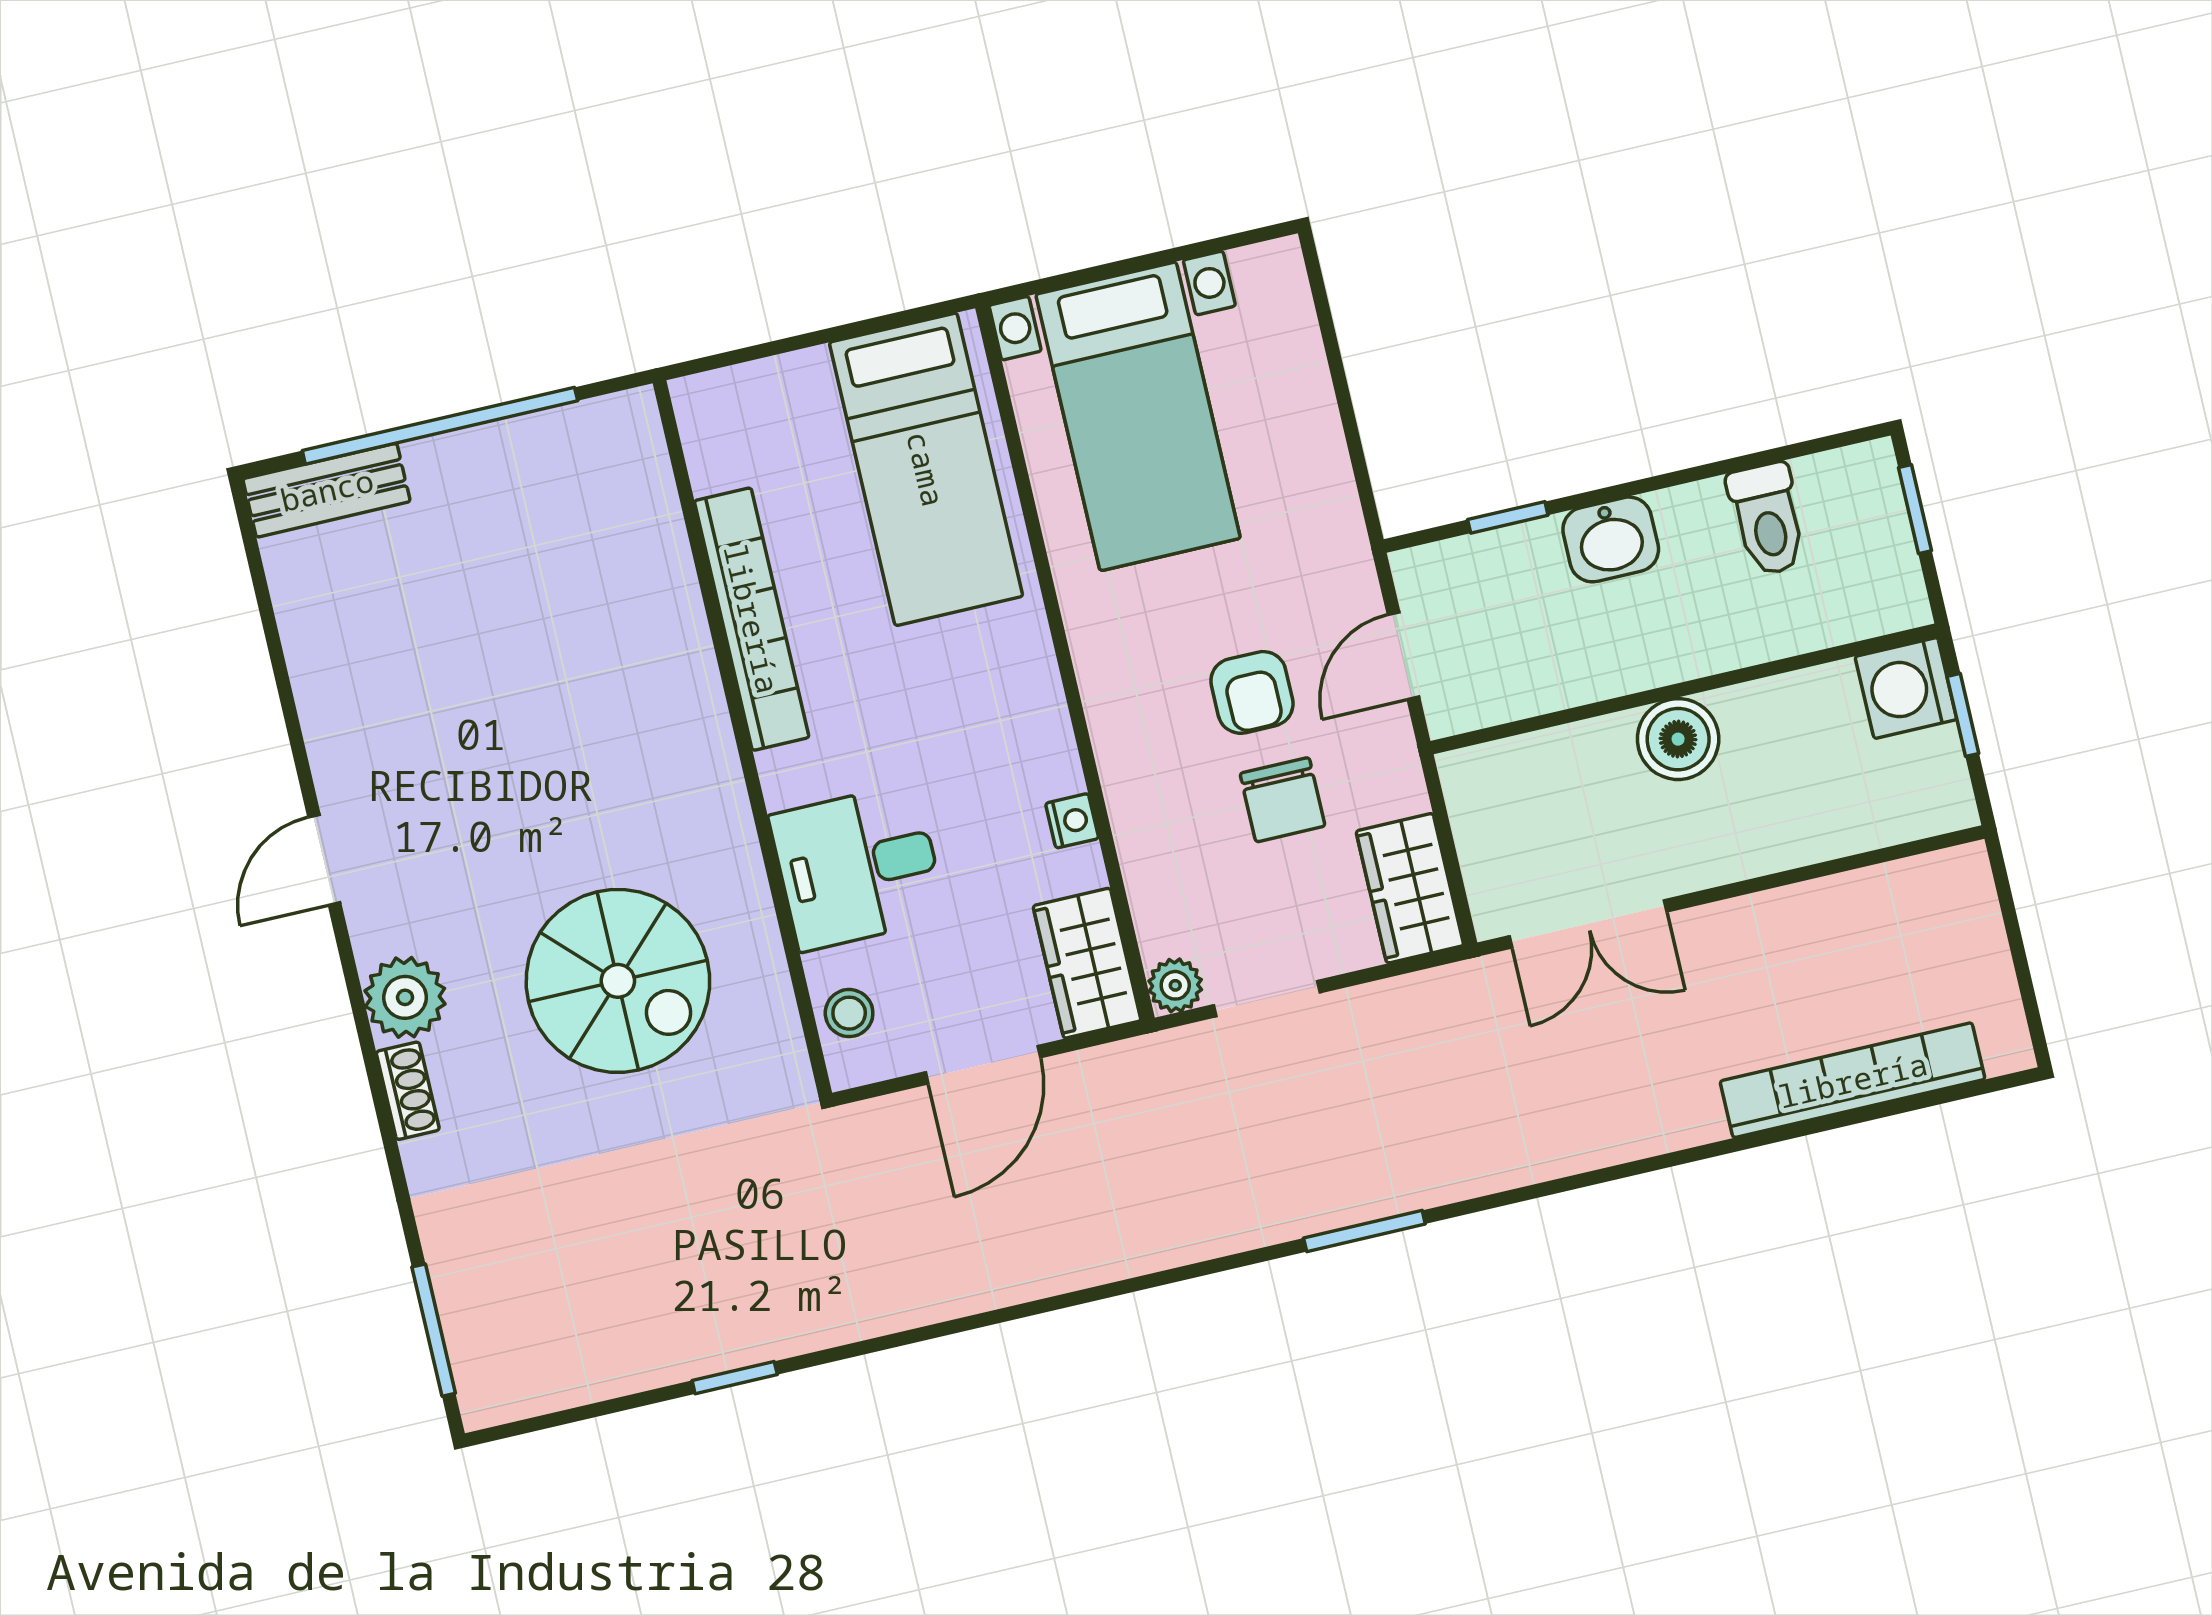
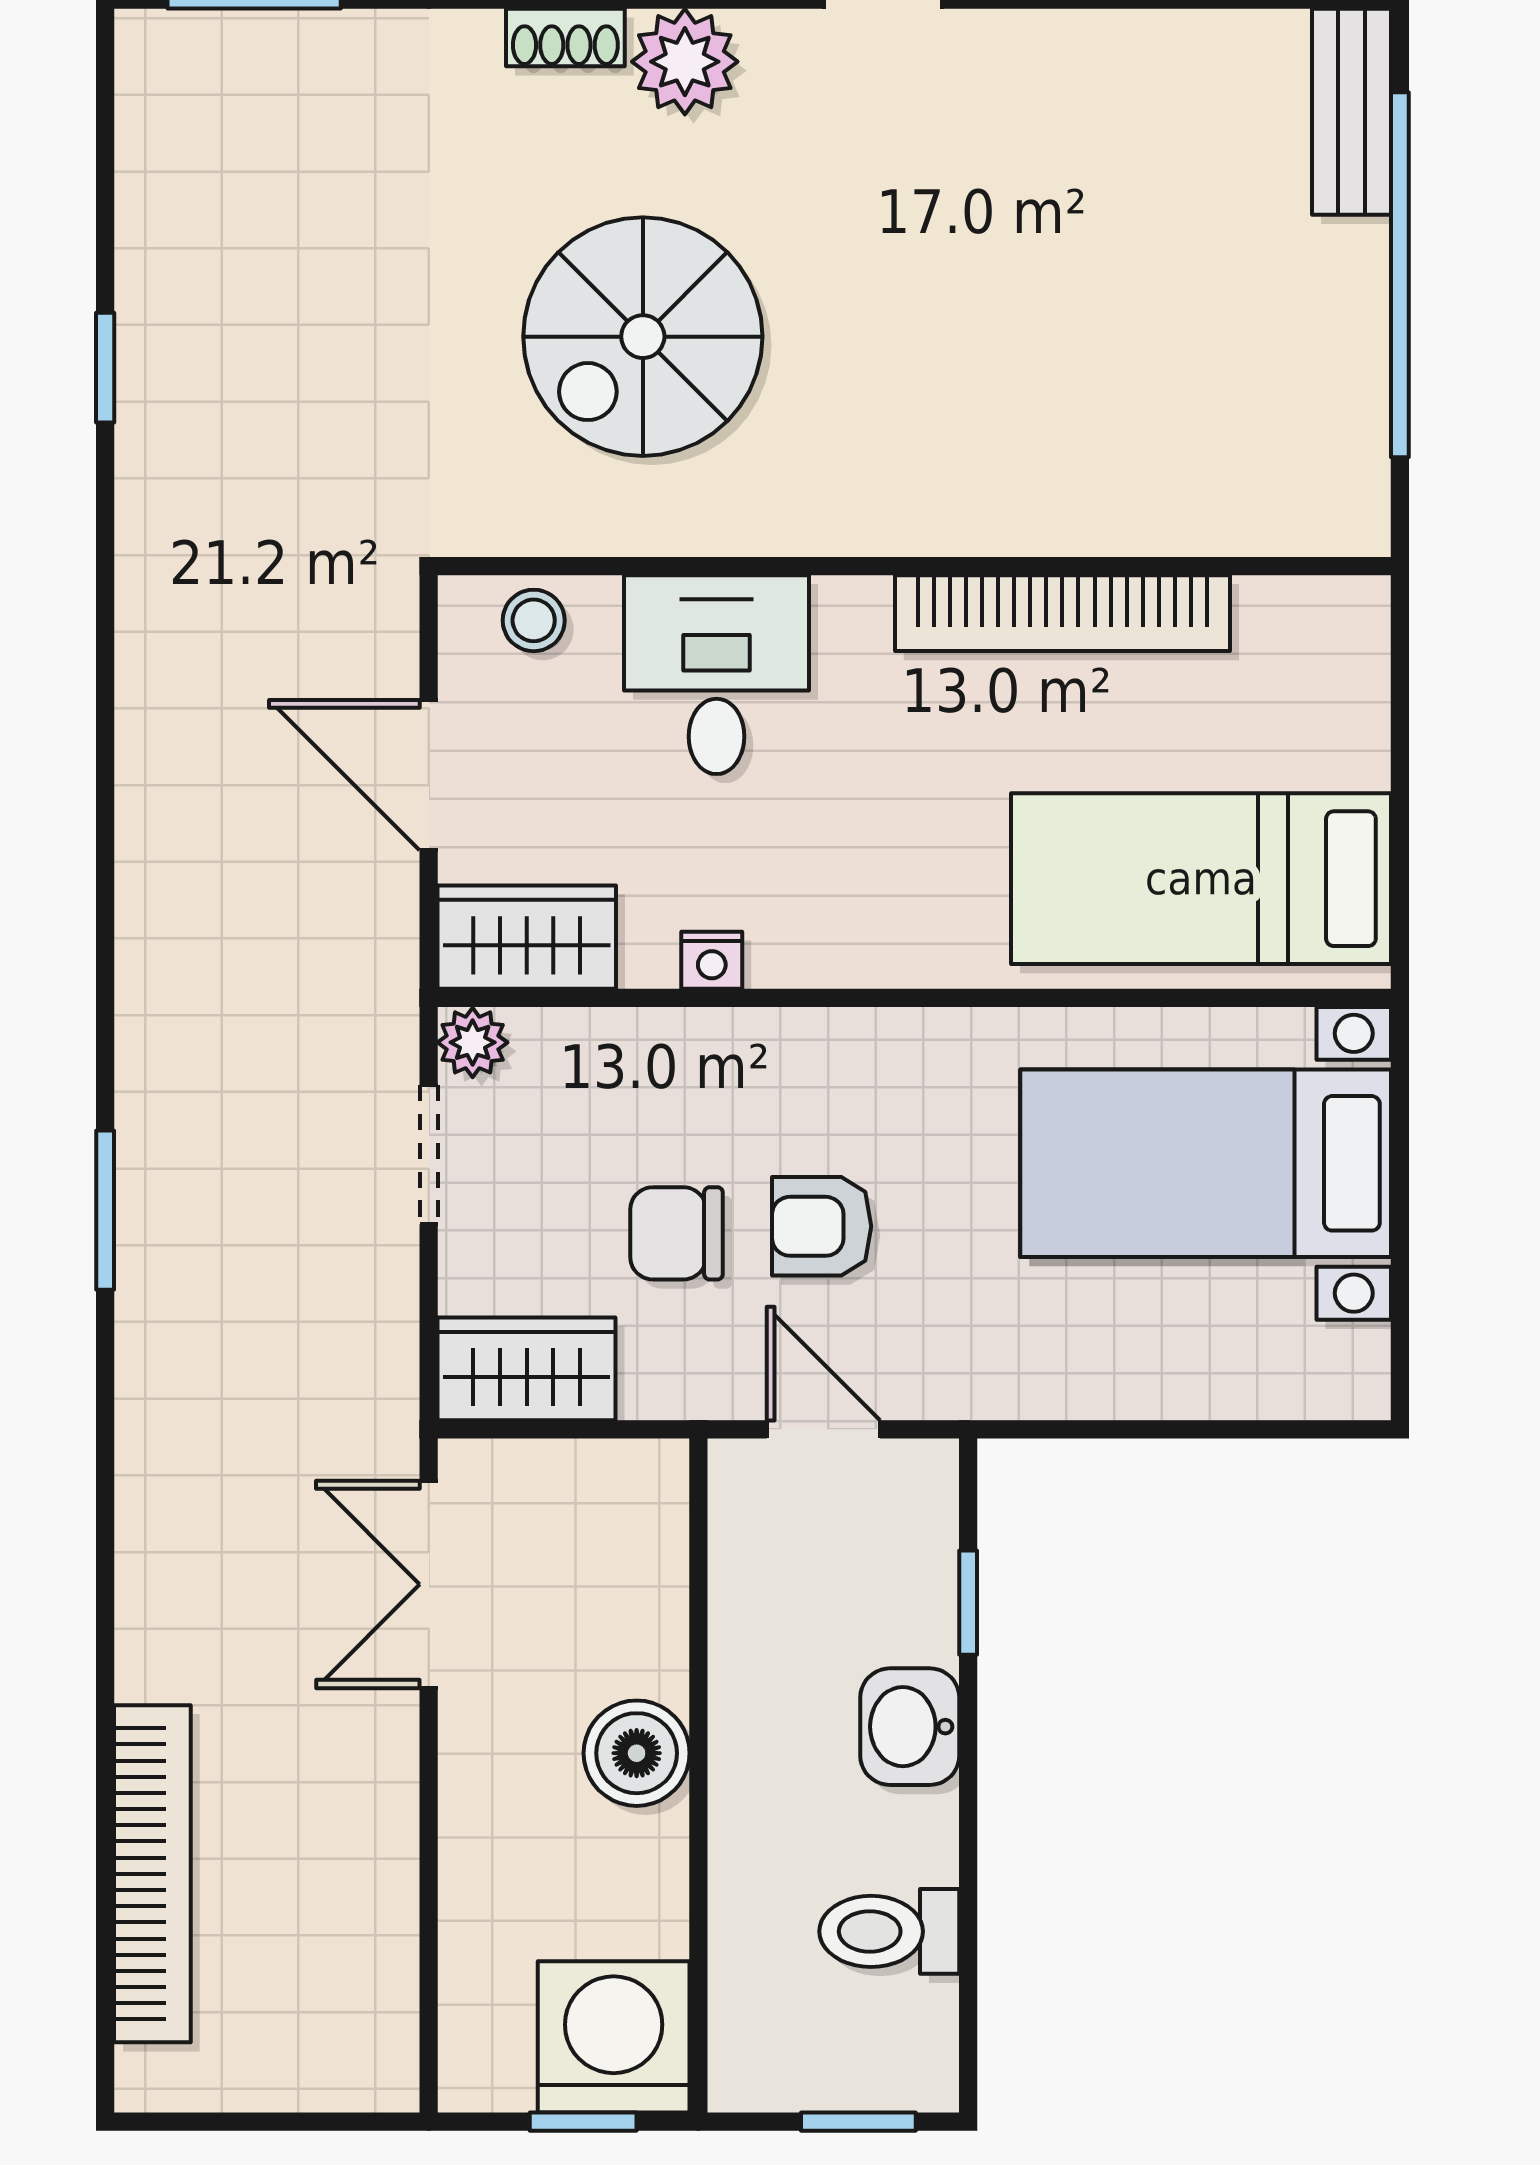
washing machine: (1906, 688) -> (614, 2037), width x1.37, depth x1.37

